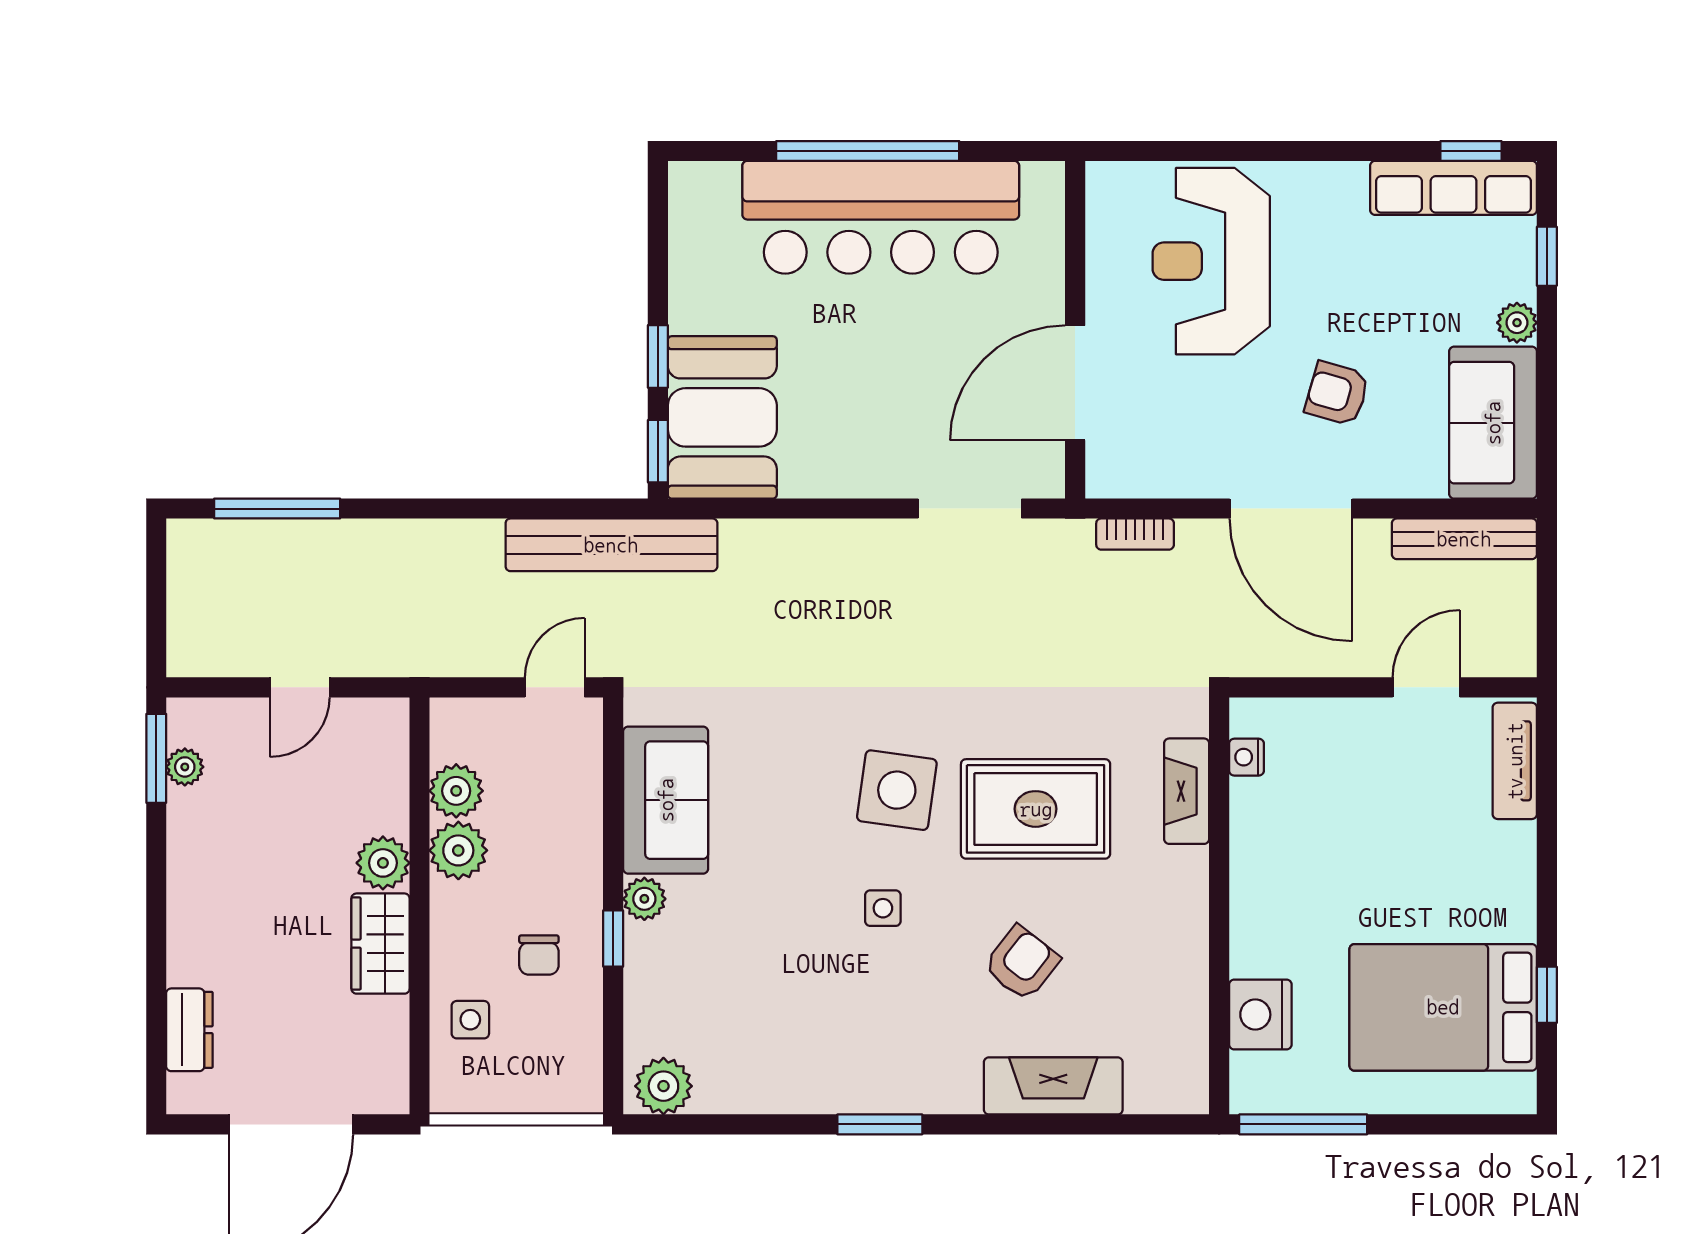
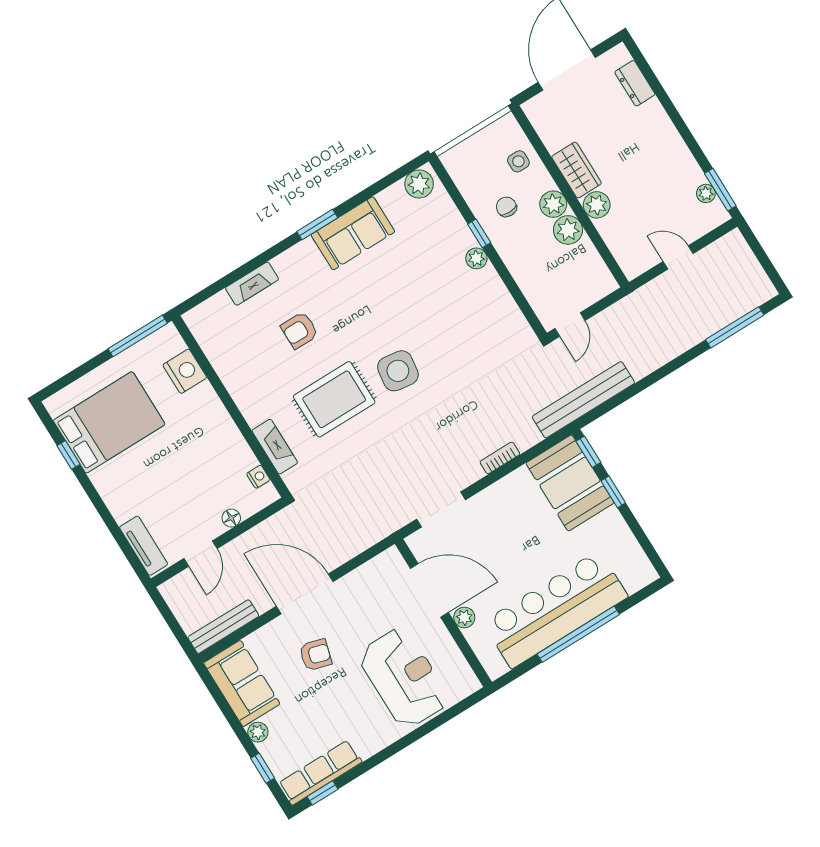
plant: (1044, 300) -> (464, 617), added
door: (1075, 383) -> (429, 590), hinge flipped
bookcase: (1135, 534) -> (500, 458), moved
door: (300, 687) -> (678, 257), hinge flipped
floor lamp: (1336, 715) -> (231, 518), added
plant: (456, 791) -> (553, 204), moved
sofa: (666, 800) -> (353, 233), moved, turned -90
side table: (883, 908) -> (373, 317), removed
armchair: (1022, 963) -> (300, 330), turned 52
fireplace: (1053, 1086) -> (252, 284), width x0.73, depth x0.76

